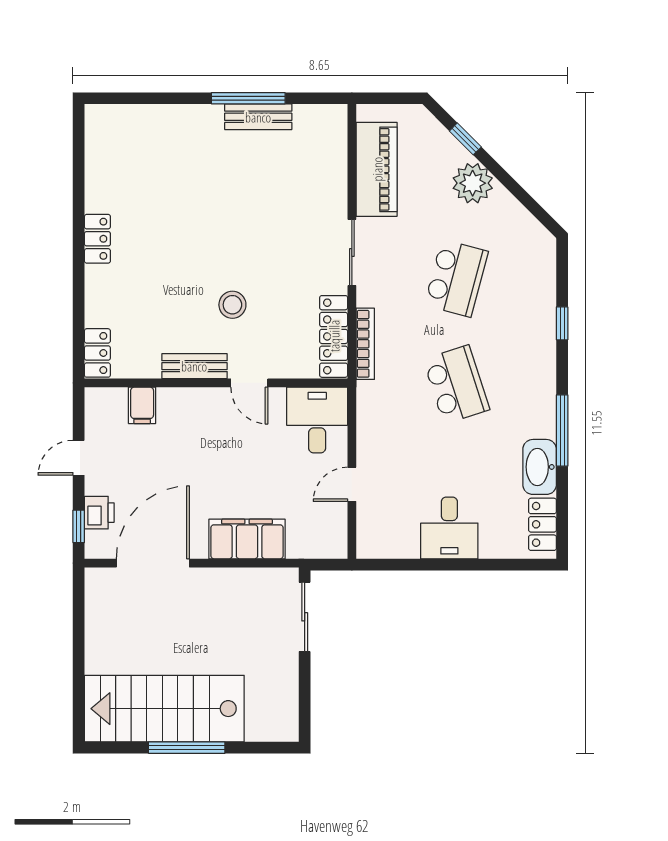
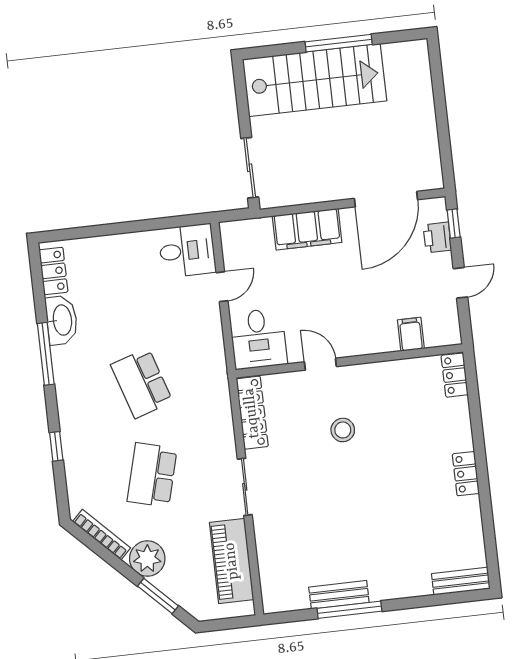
window: (465, 139) -> (158, 596), width x1.50
bookcase: (365, 344) -> (102, 535), moved, turned 135
bench: (194, 366) -> (461, 581), moved
desk: (449, 528) -> (187, 251), moved, turned 90
stairs: (164, 709) -> (315, 80), moved

